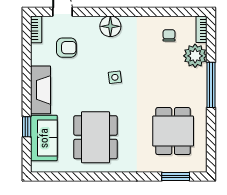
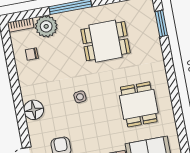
dining table: (173, 131) -> (106, 41), moved
dining table: (95, 137) -> (139, 104), width x0.73

